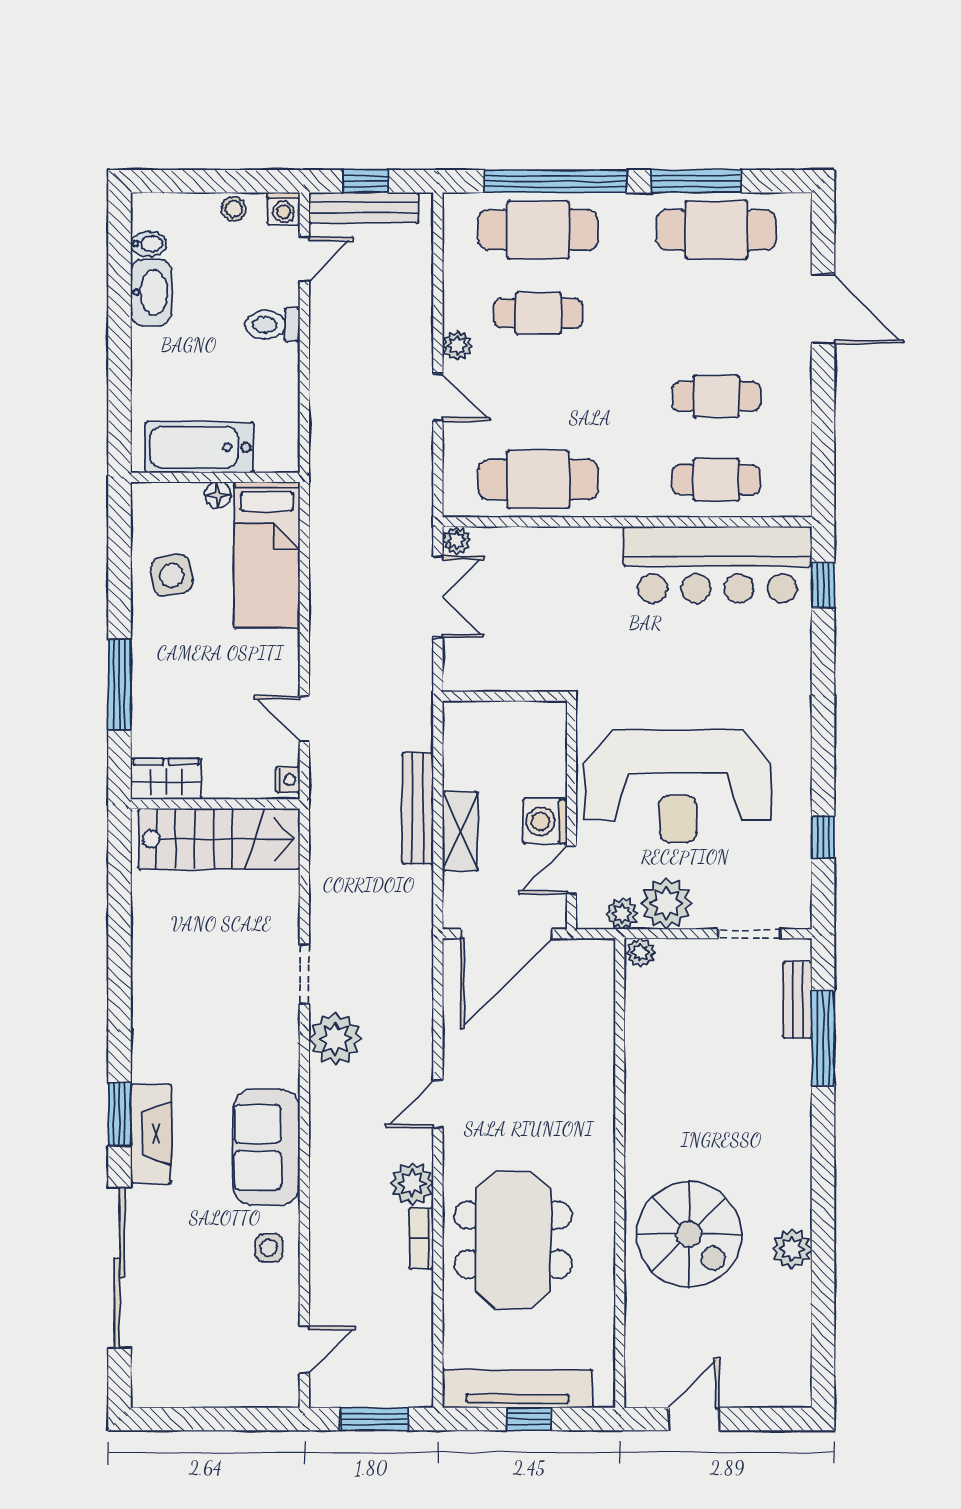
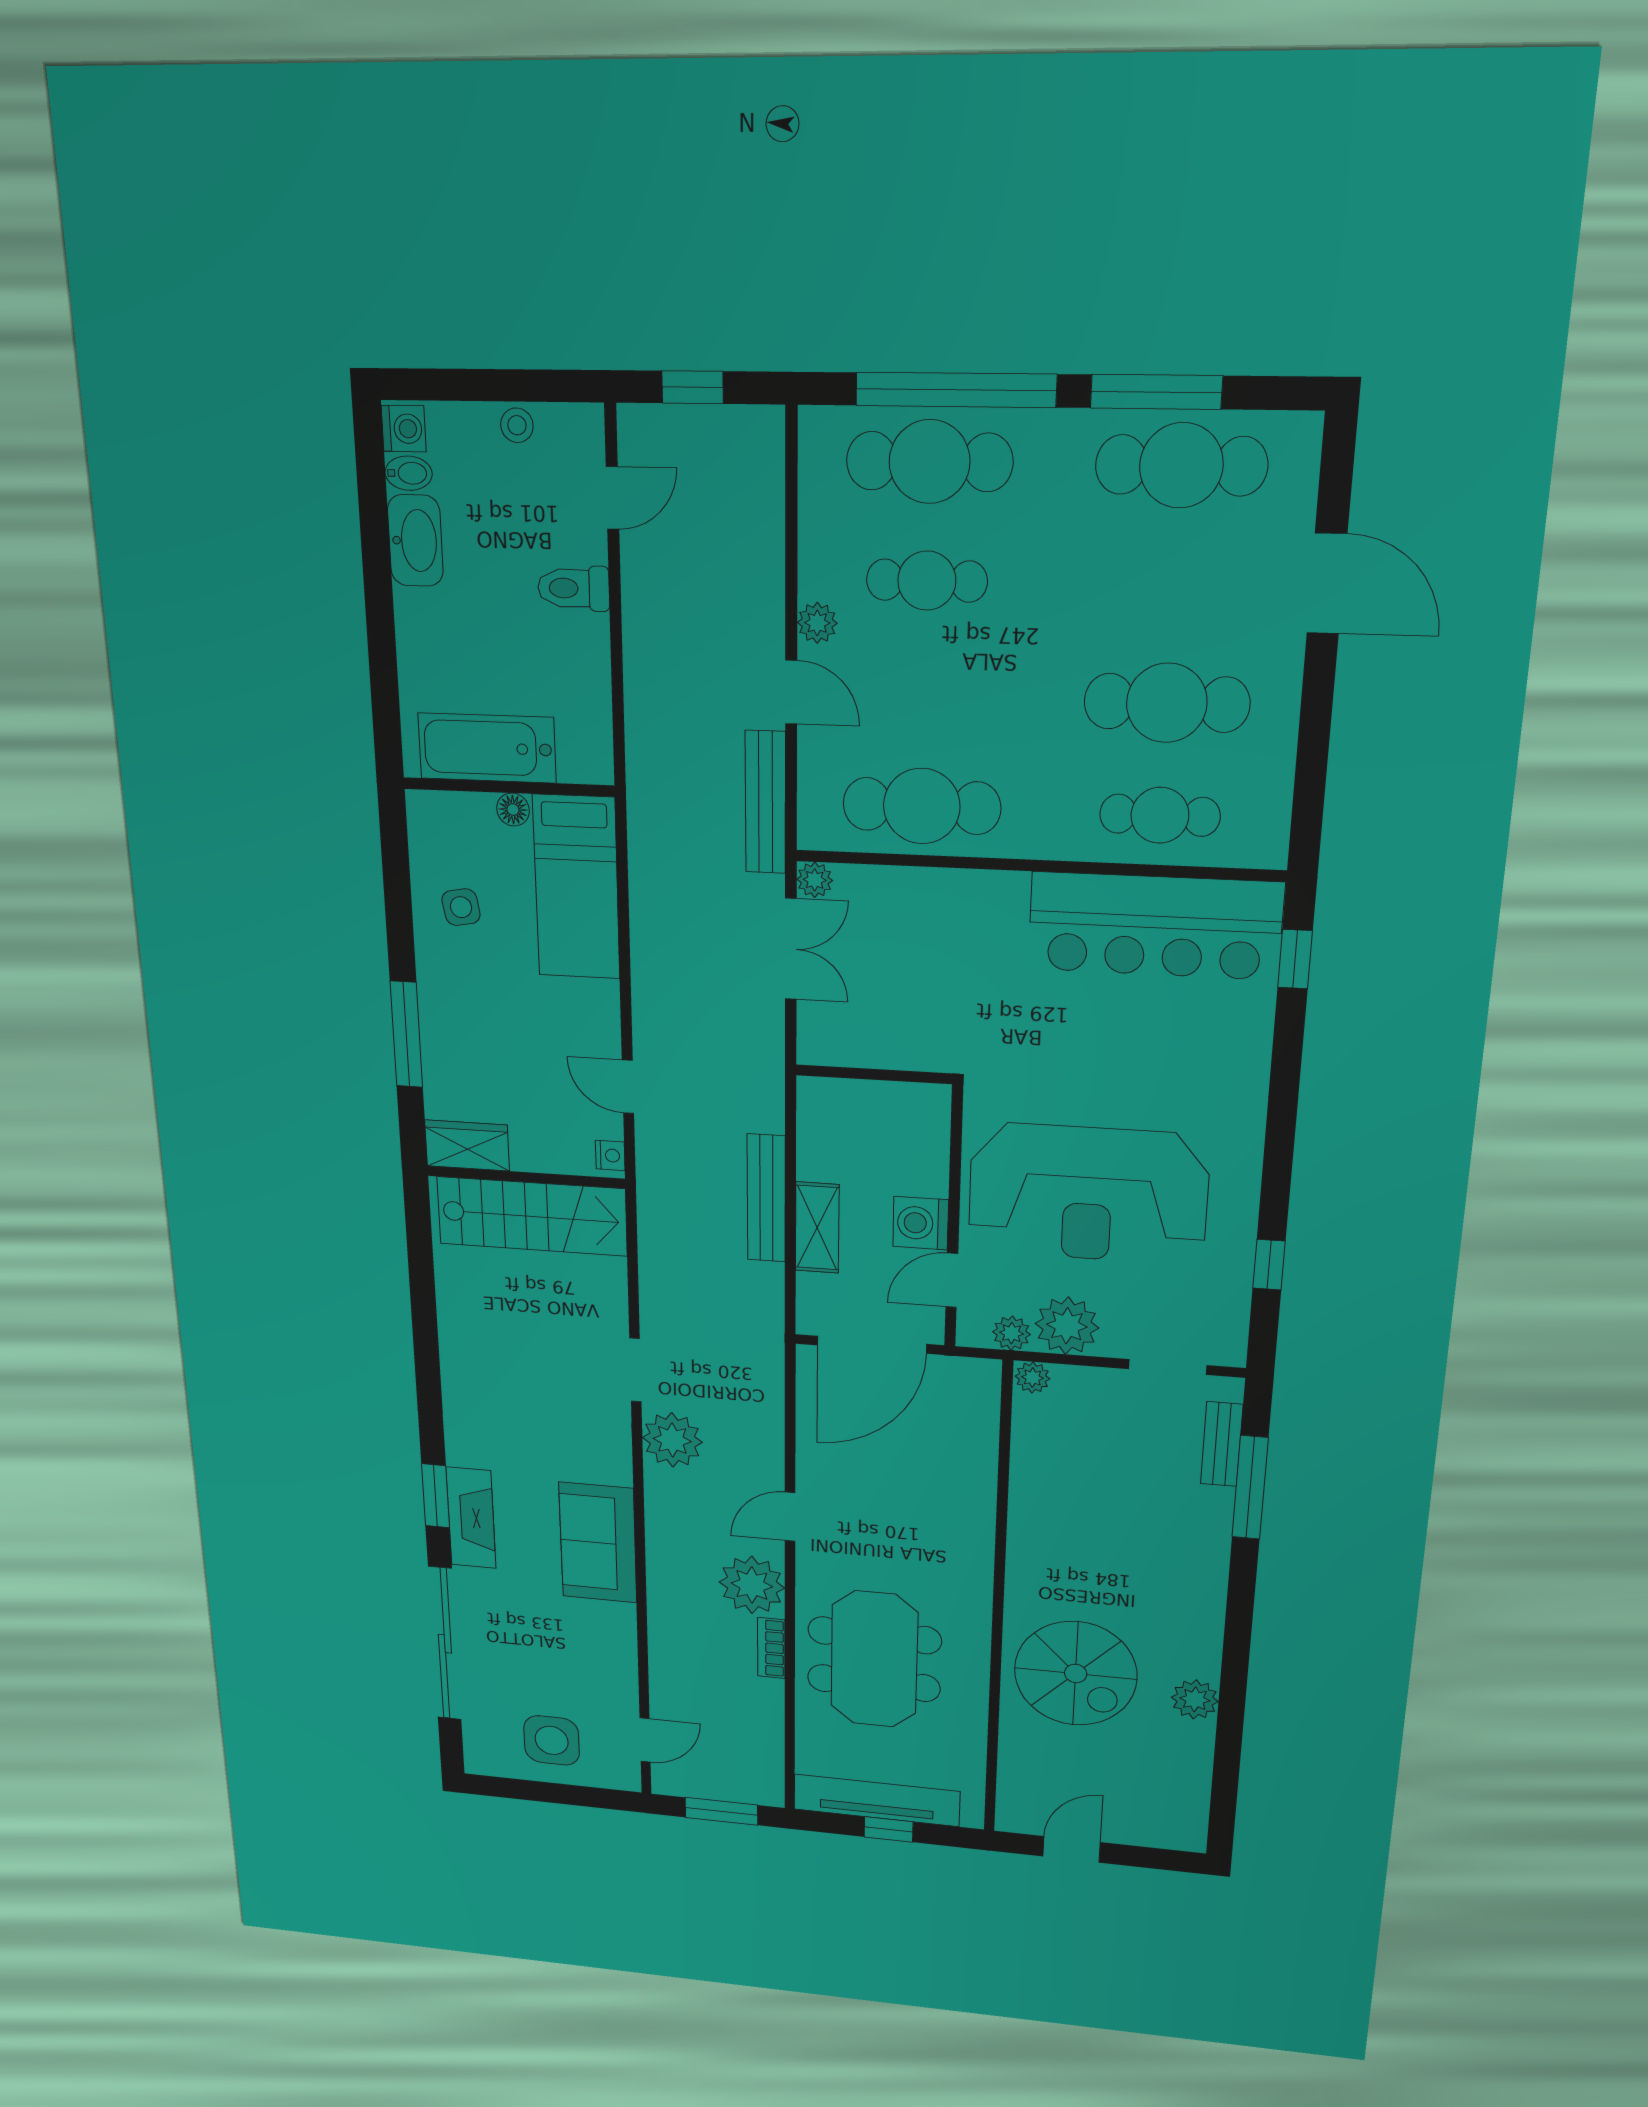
bench: (364, 208) -> (765, 802), moved, turned 90
washing machine: (284, 209) -> (404, 429), moved, turned -90
cafe table: (716, 396) -> (1167, 703), width x1.37, depth x1.35
side table: (172, 575) -> (461, 907), width x0.73, depth x0.73
plant: (412, 1183) -> (752, 1585), width x1.36, depth x1.36
side table: (269, 1248) -> (552, 1740), moved, width x1.87, depth x1.87

